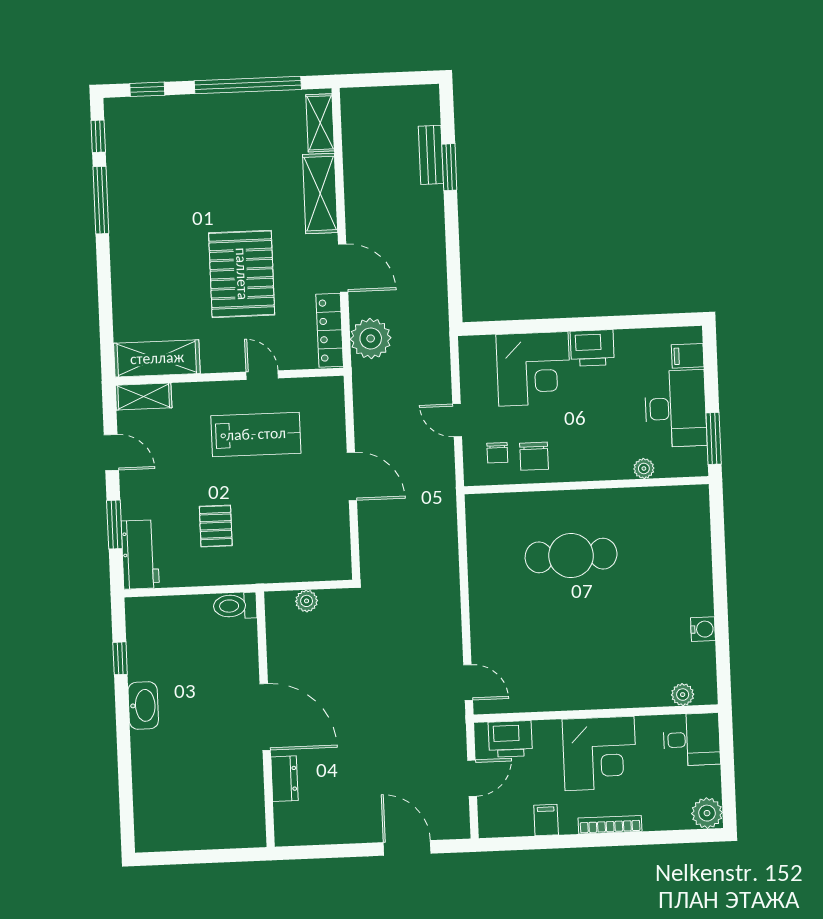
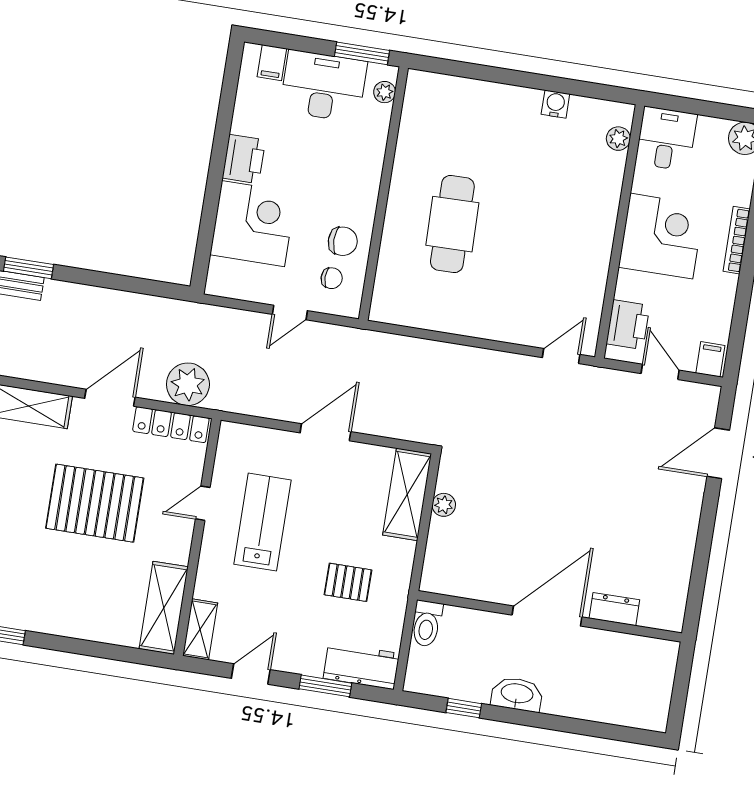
plant: (644, 468) -> (385, 92), moved
shelving: (309, 565) -> (407, 494), added
toilet: (235, 606) -> (427, 624), moved
door: (265, 717) -> (547, 616), moved
wall: (265, 719) -> (549, 616), moved
dresser: (284, 779) -> (614, 609), moved
filing cabinet: (546, 820) -> (710, 359), moved, turned 90

